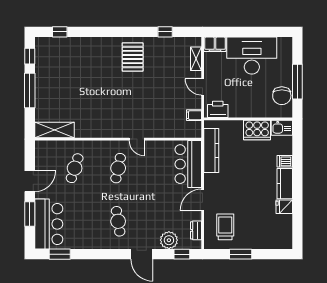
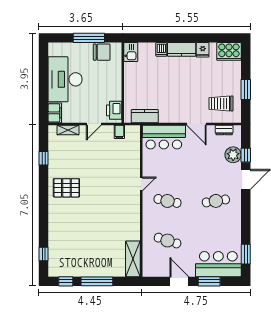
cooker: (257, 130) -> (229, 51), moved, turned 90
kitchen counter: (211, 150) -> (145, 116), width x0.67
window: (182, 254) -> (246, 155), moved

